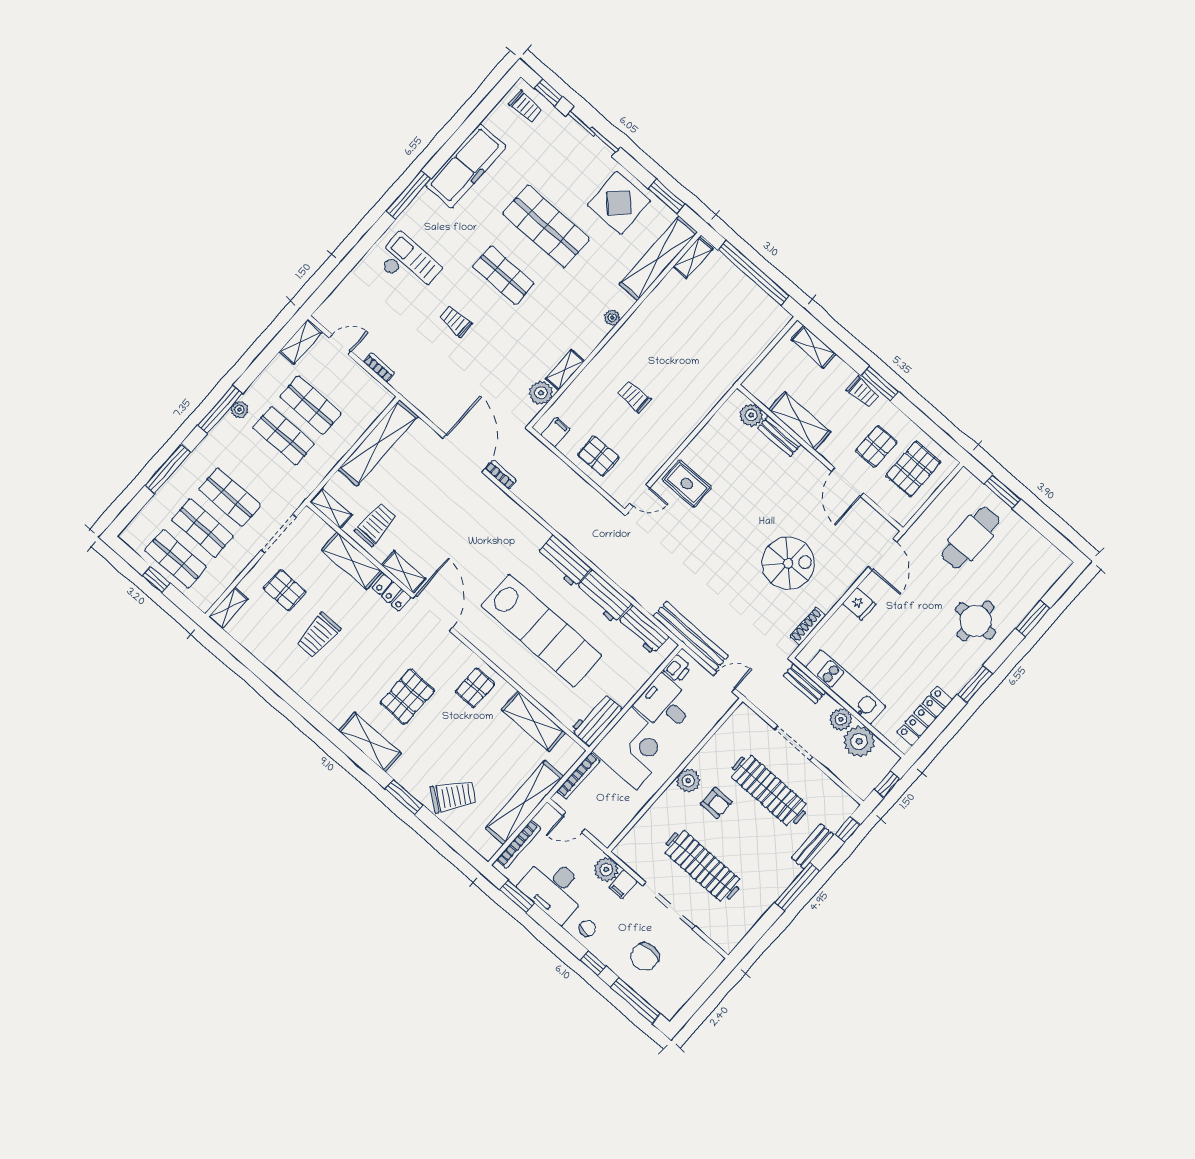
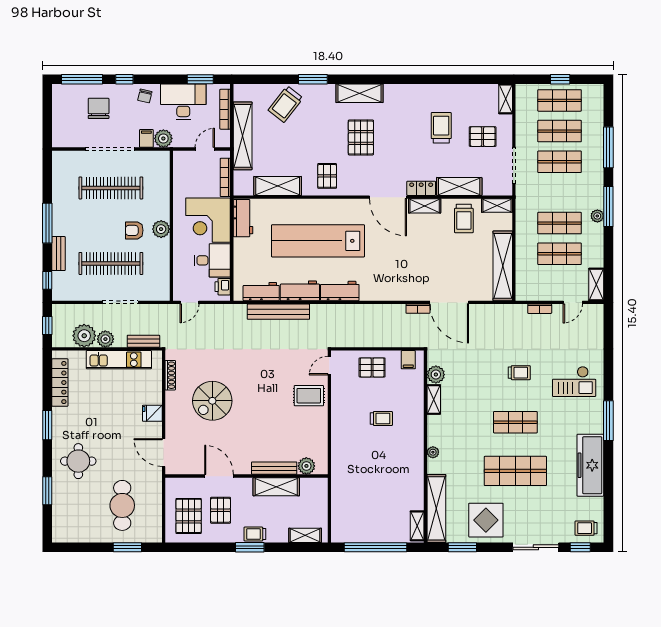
bench: (779, 436) -> (274, 468), width x1.36
bench: (691, 636) -> (278, 312), moved

